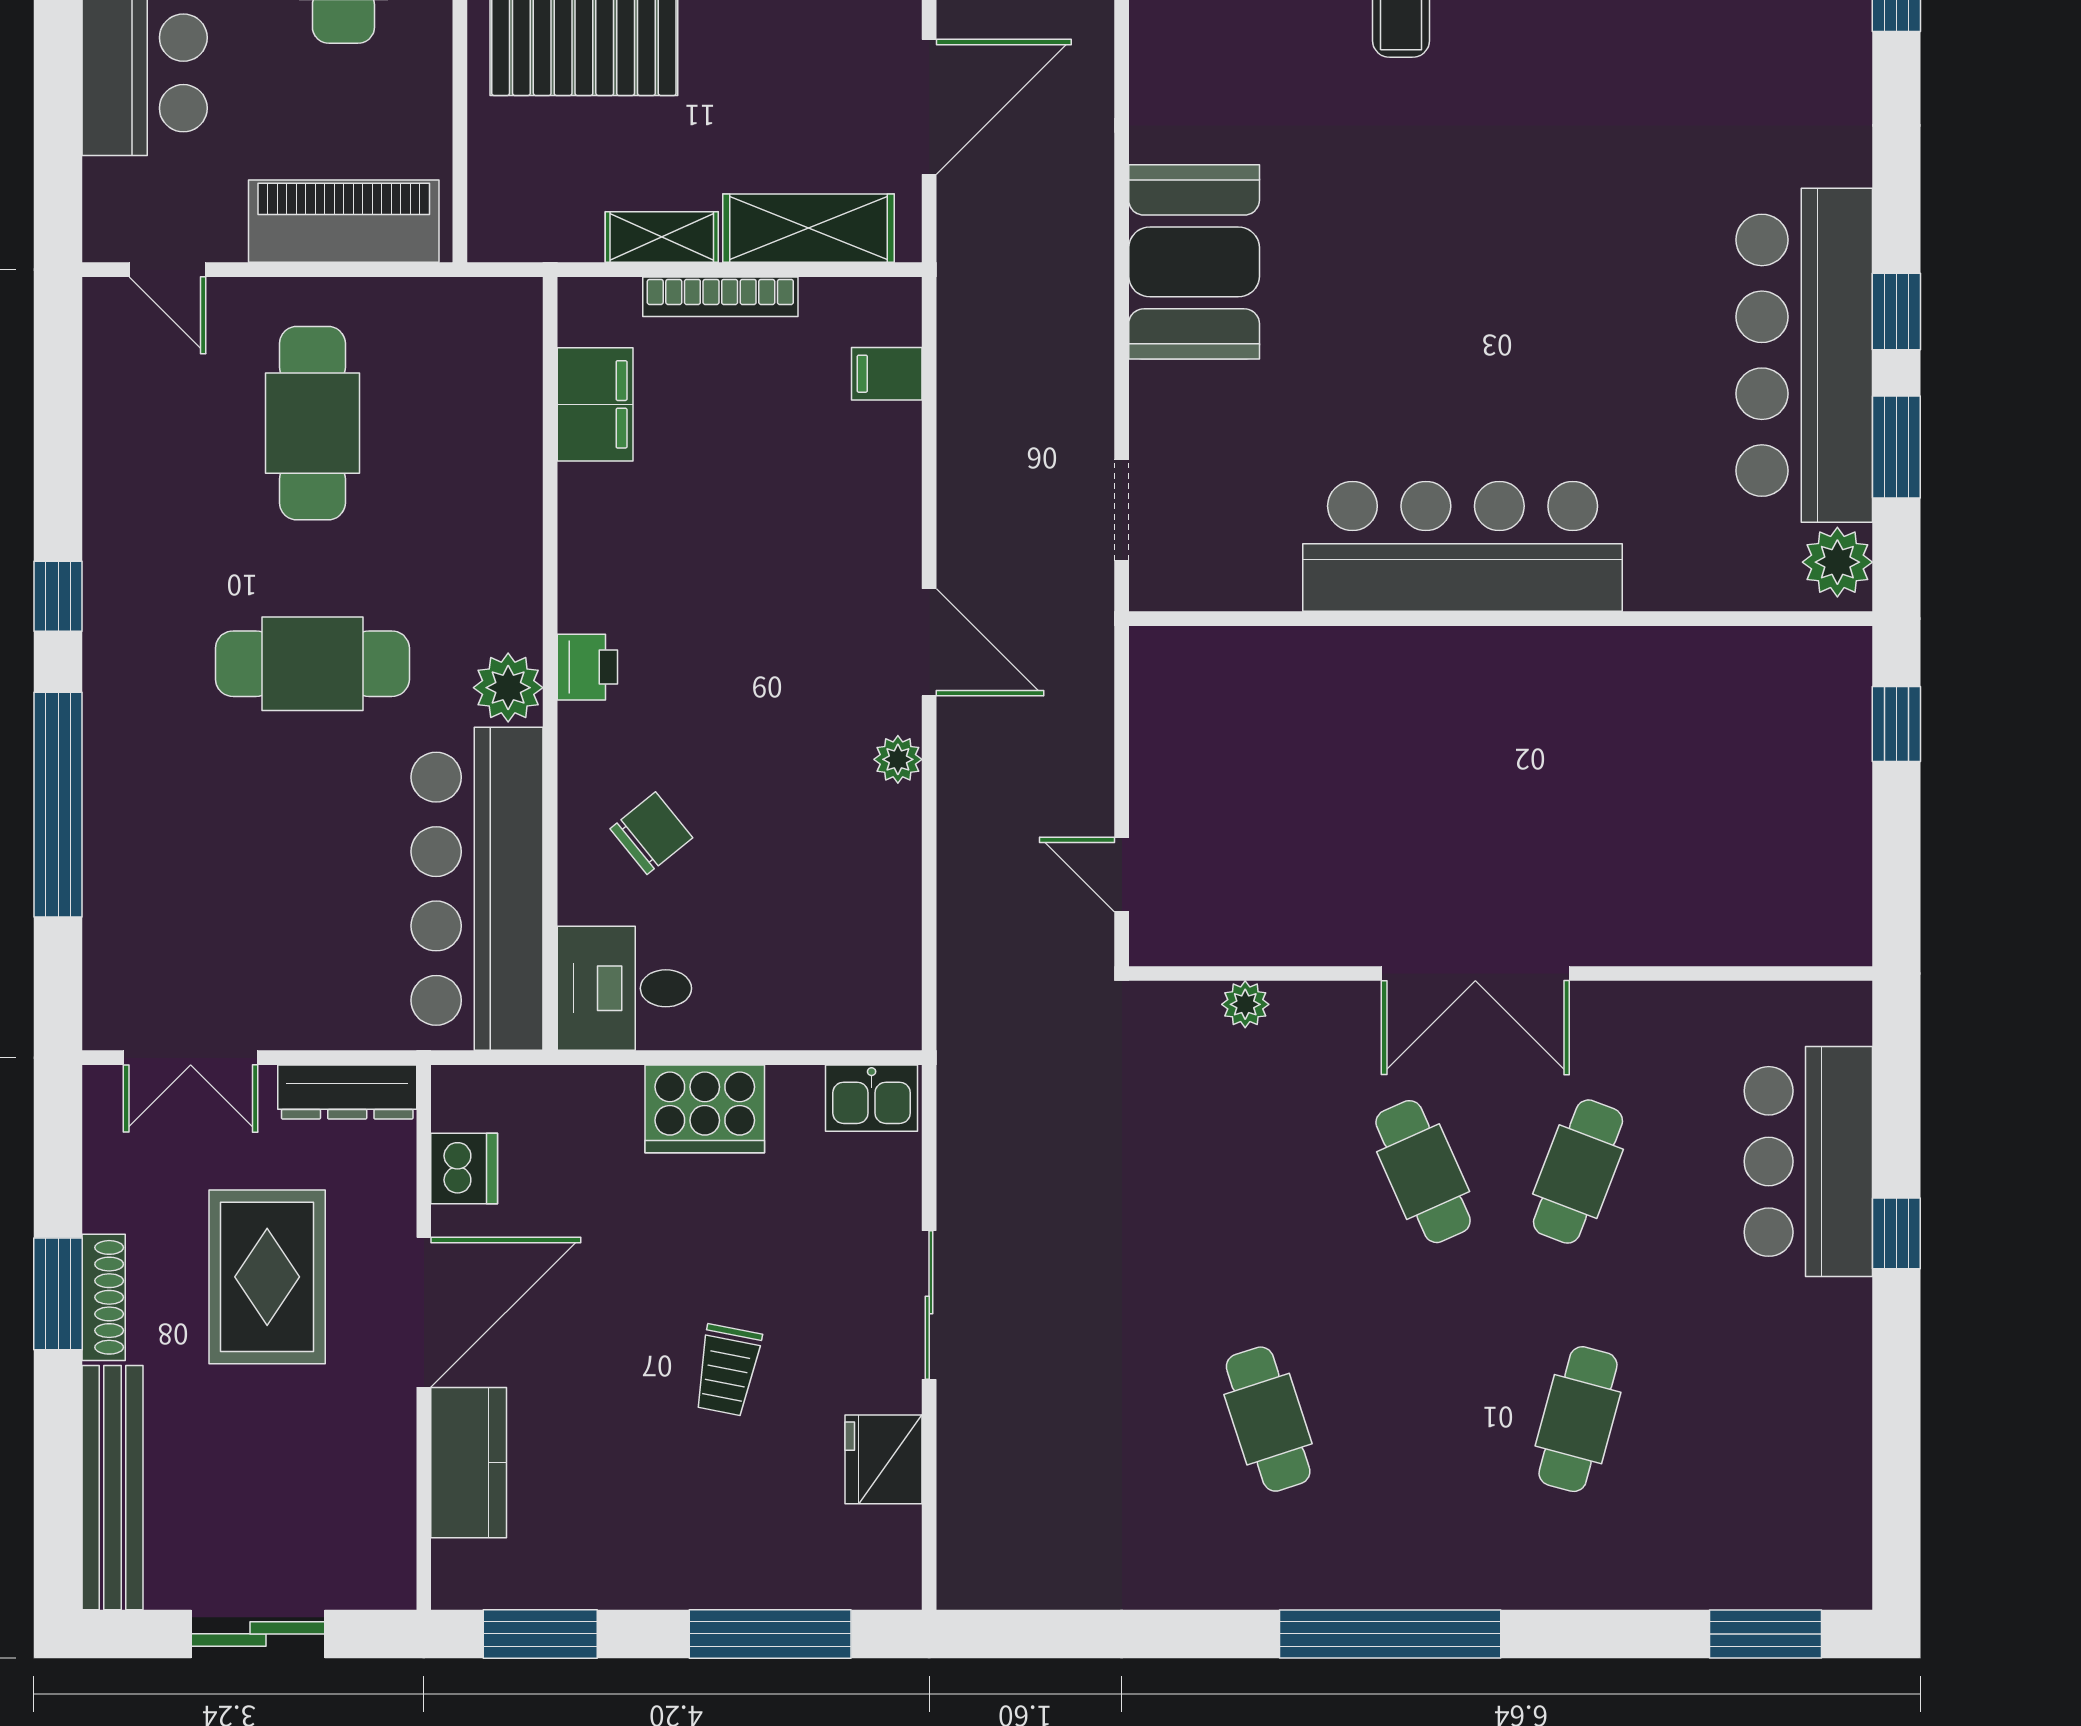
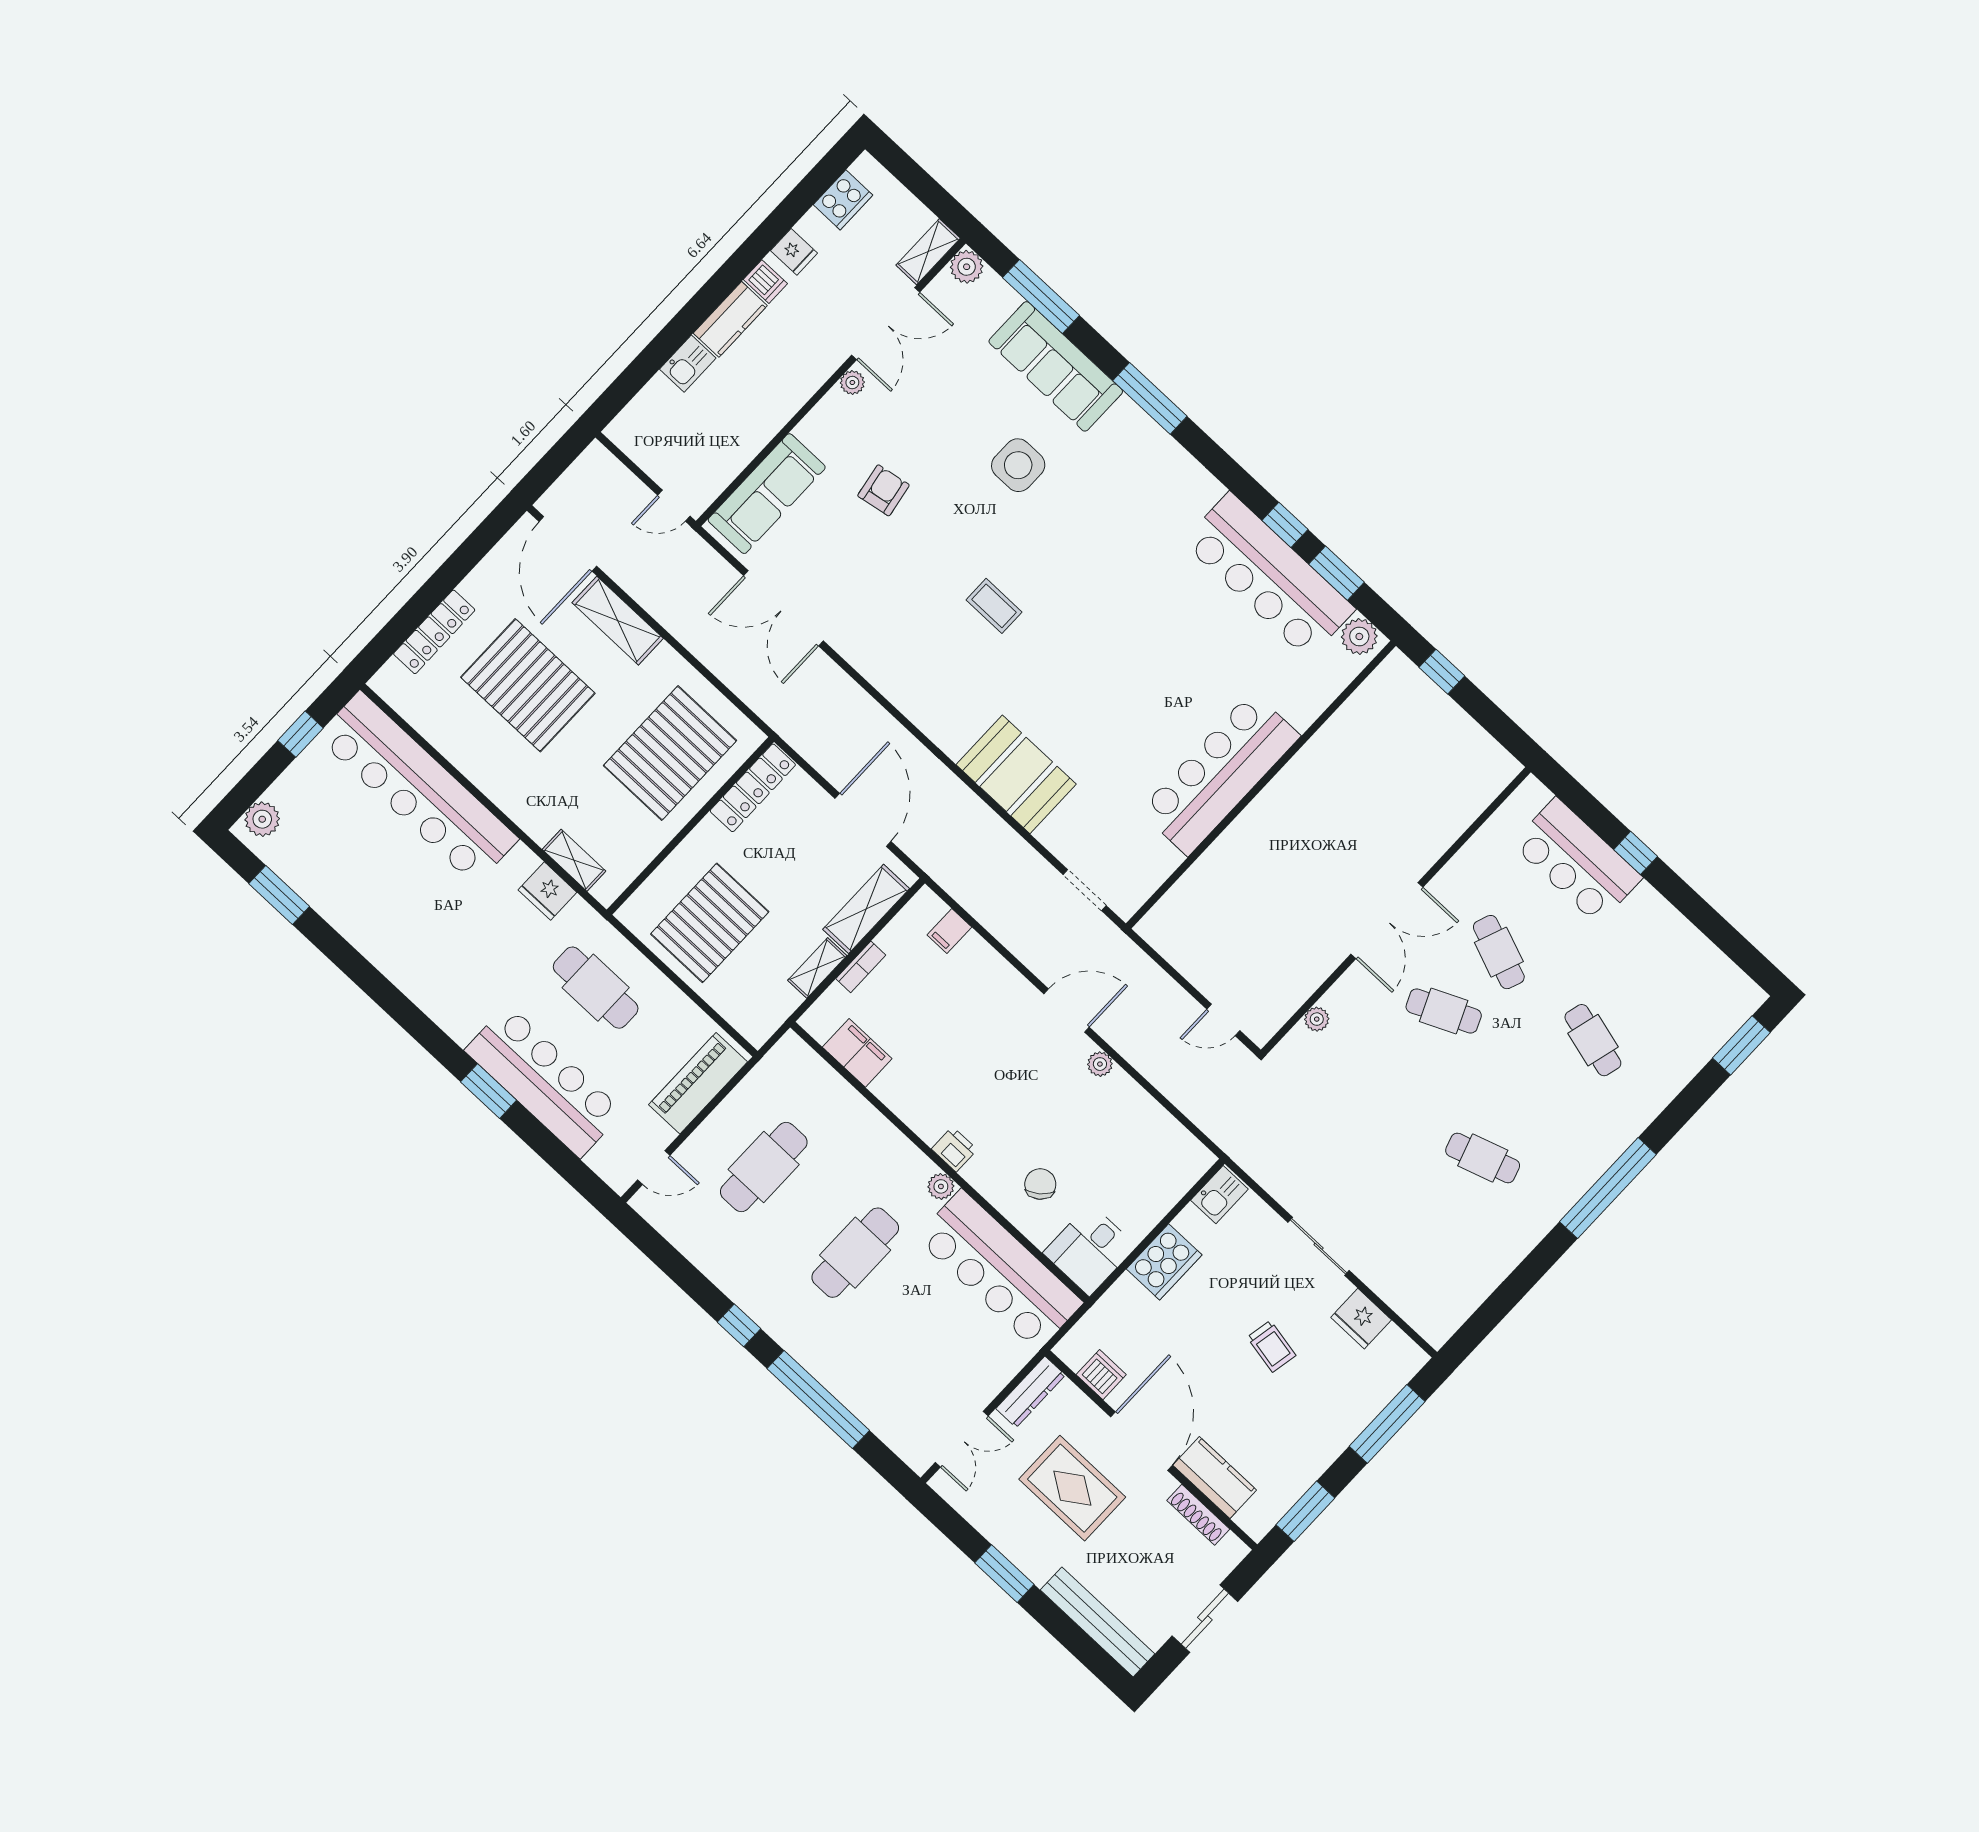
bookcase: (720, 297) -> (861, 967), width x0.64
cafe table: (312, 423) -> (764, 1167), turned 90
plant: (508, 688) -> (941, 1186), width x0.73, depth x0.73
shoe rack: (104, 1297) -> (1198, 1515), moved, turned 180

